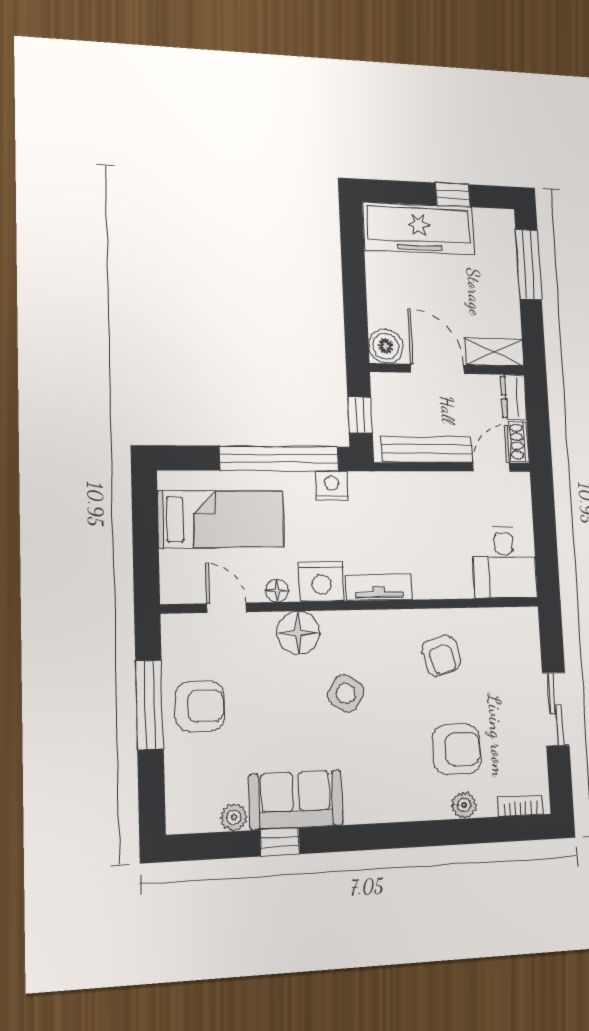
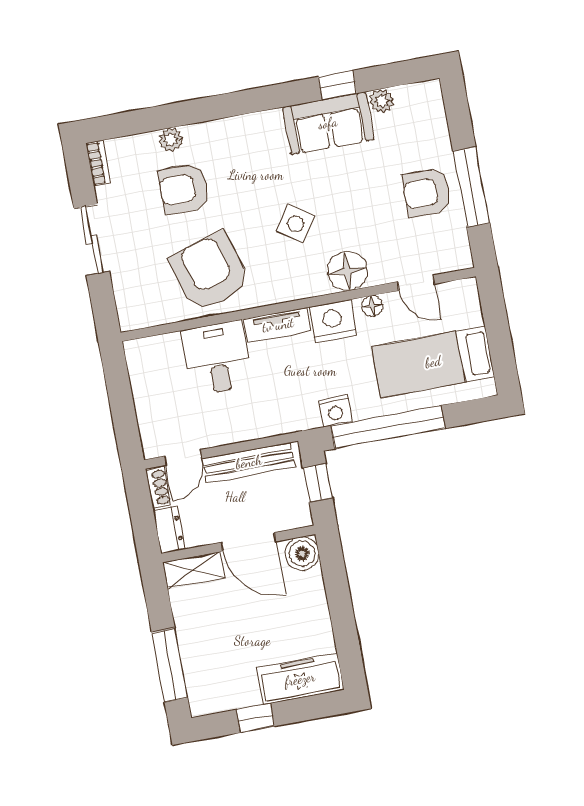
freezer: (419, 228) -> (300, 679), width x0.73, depth x0.79
desk: (505, 562) -> (217, 358), moved
armchair: (441, 656) -> (210, 272), width x1.88, depth x1.88
bookcase: (520, 806) -> (98, 163), moved, turned -90

